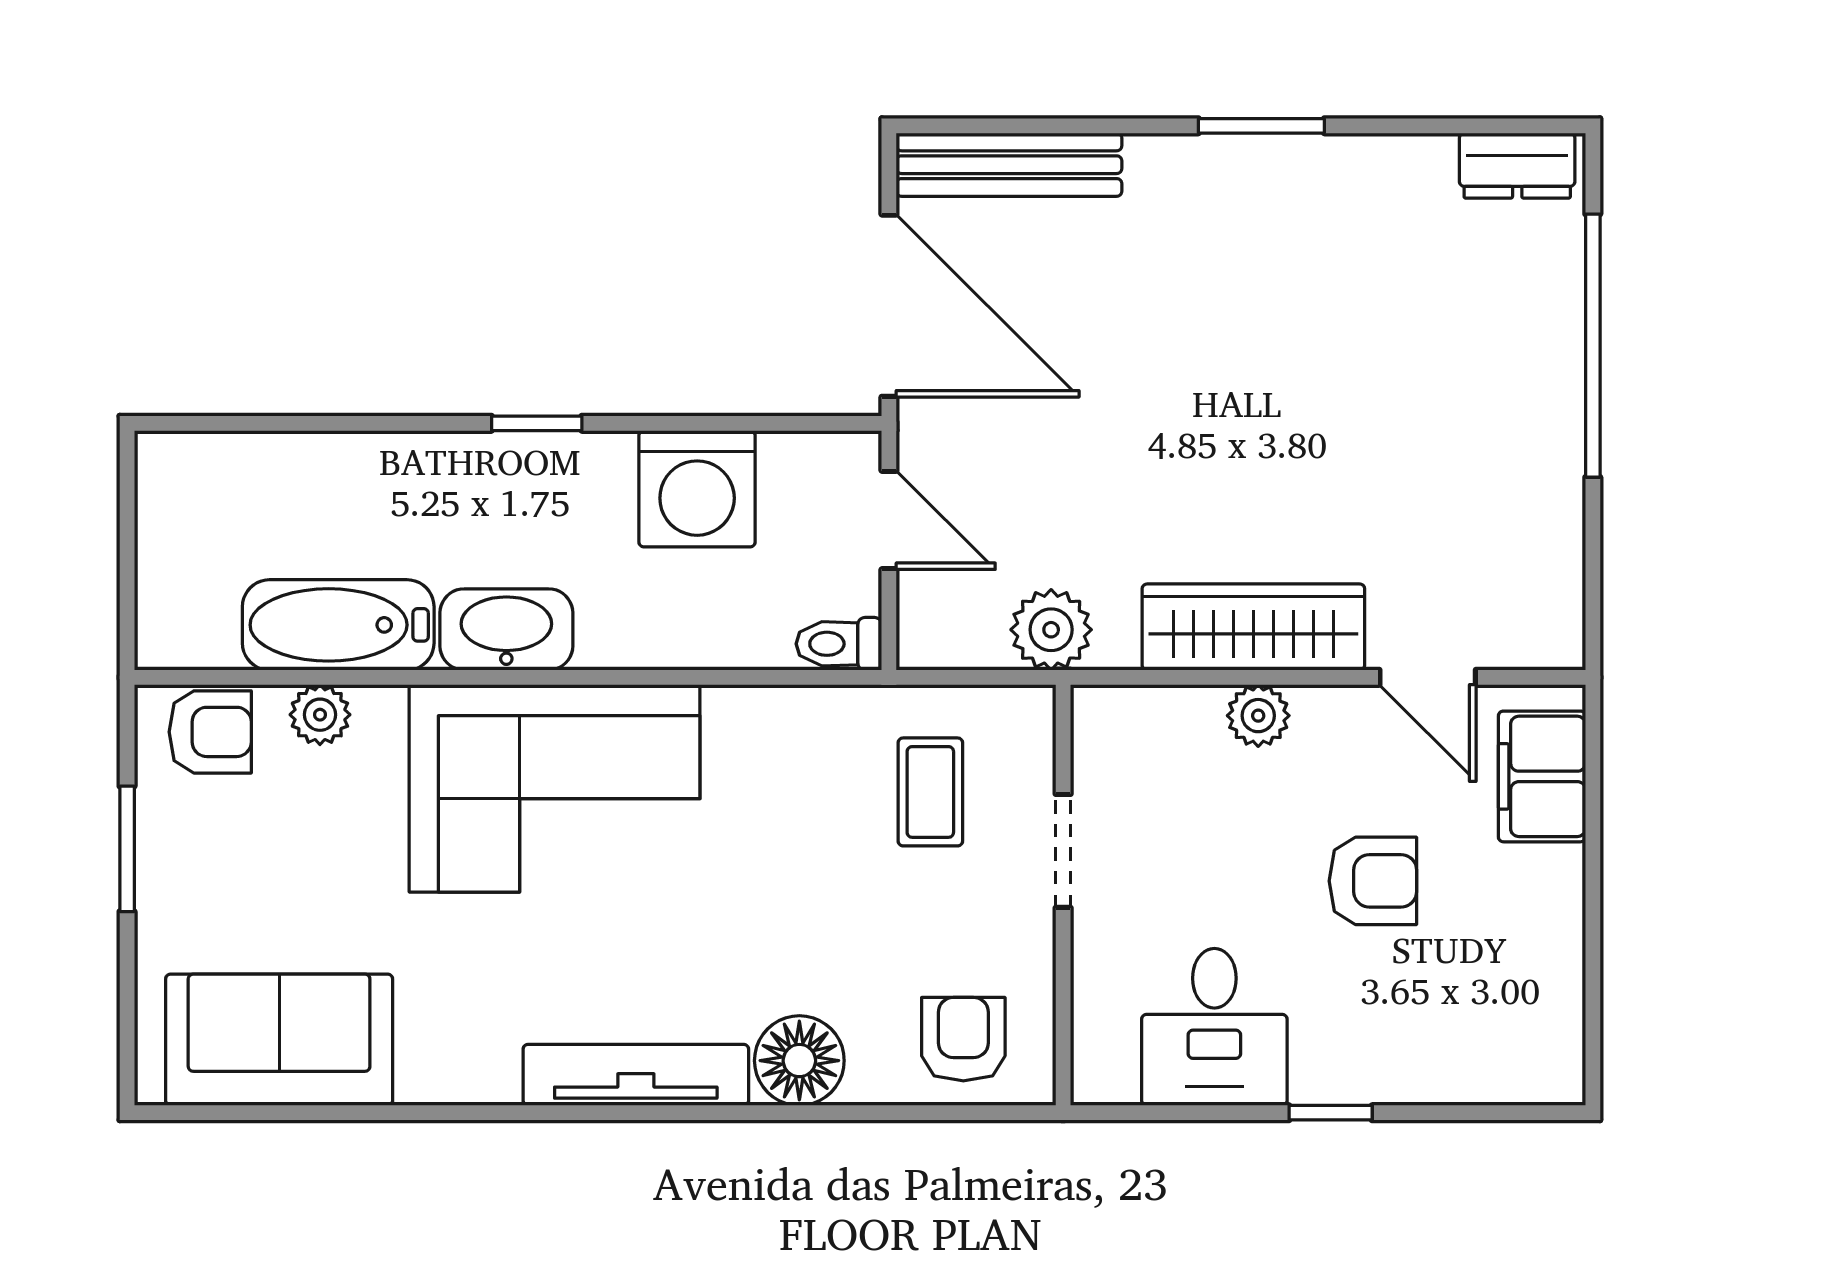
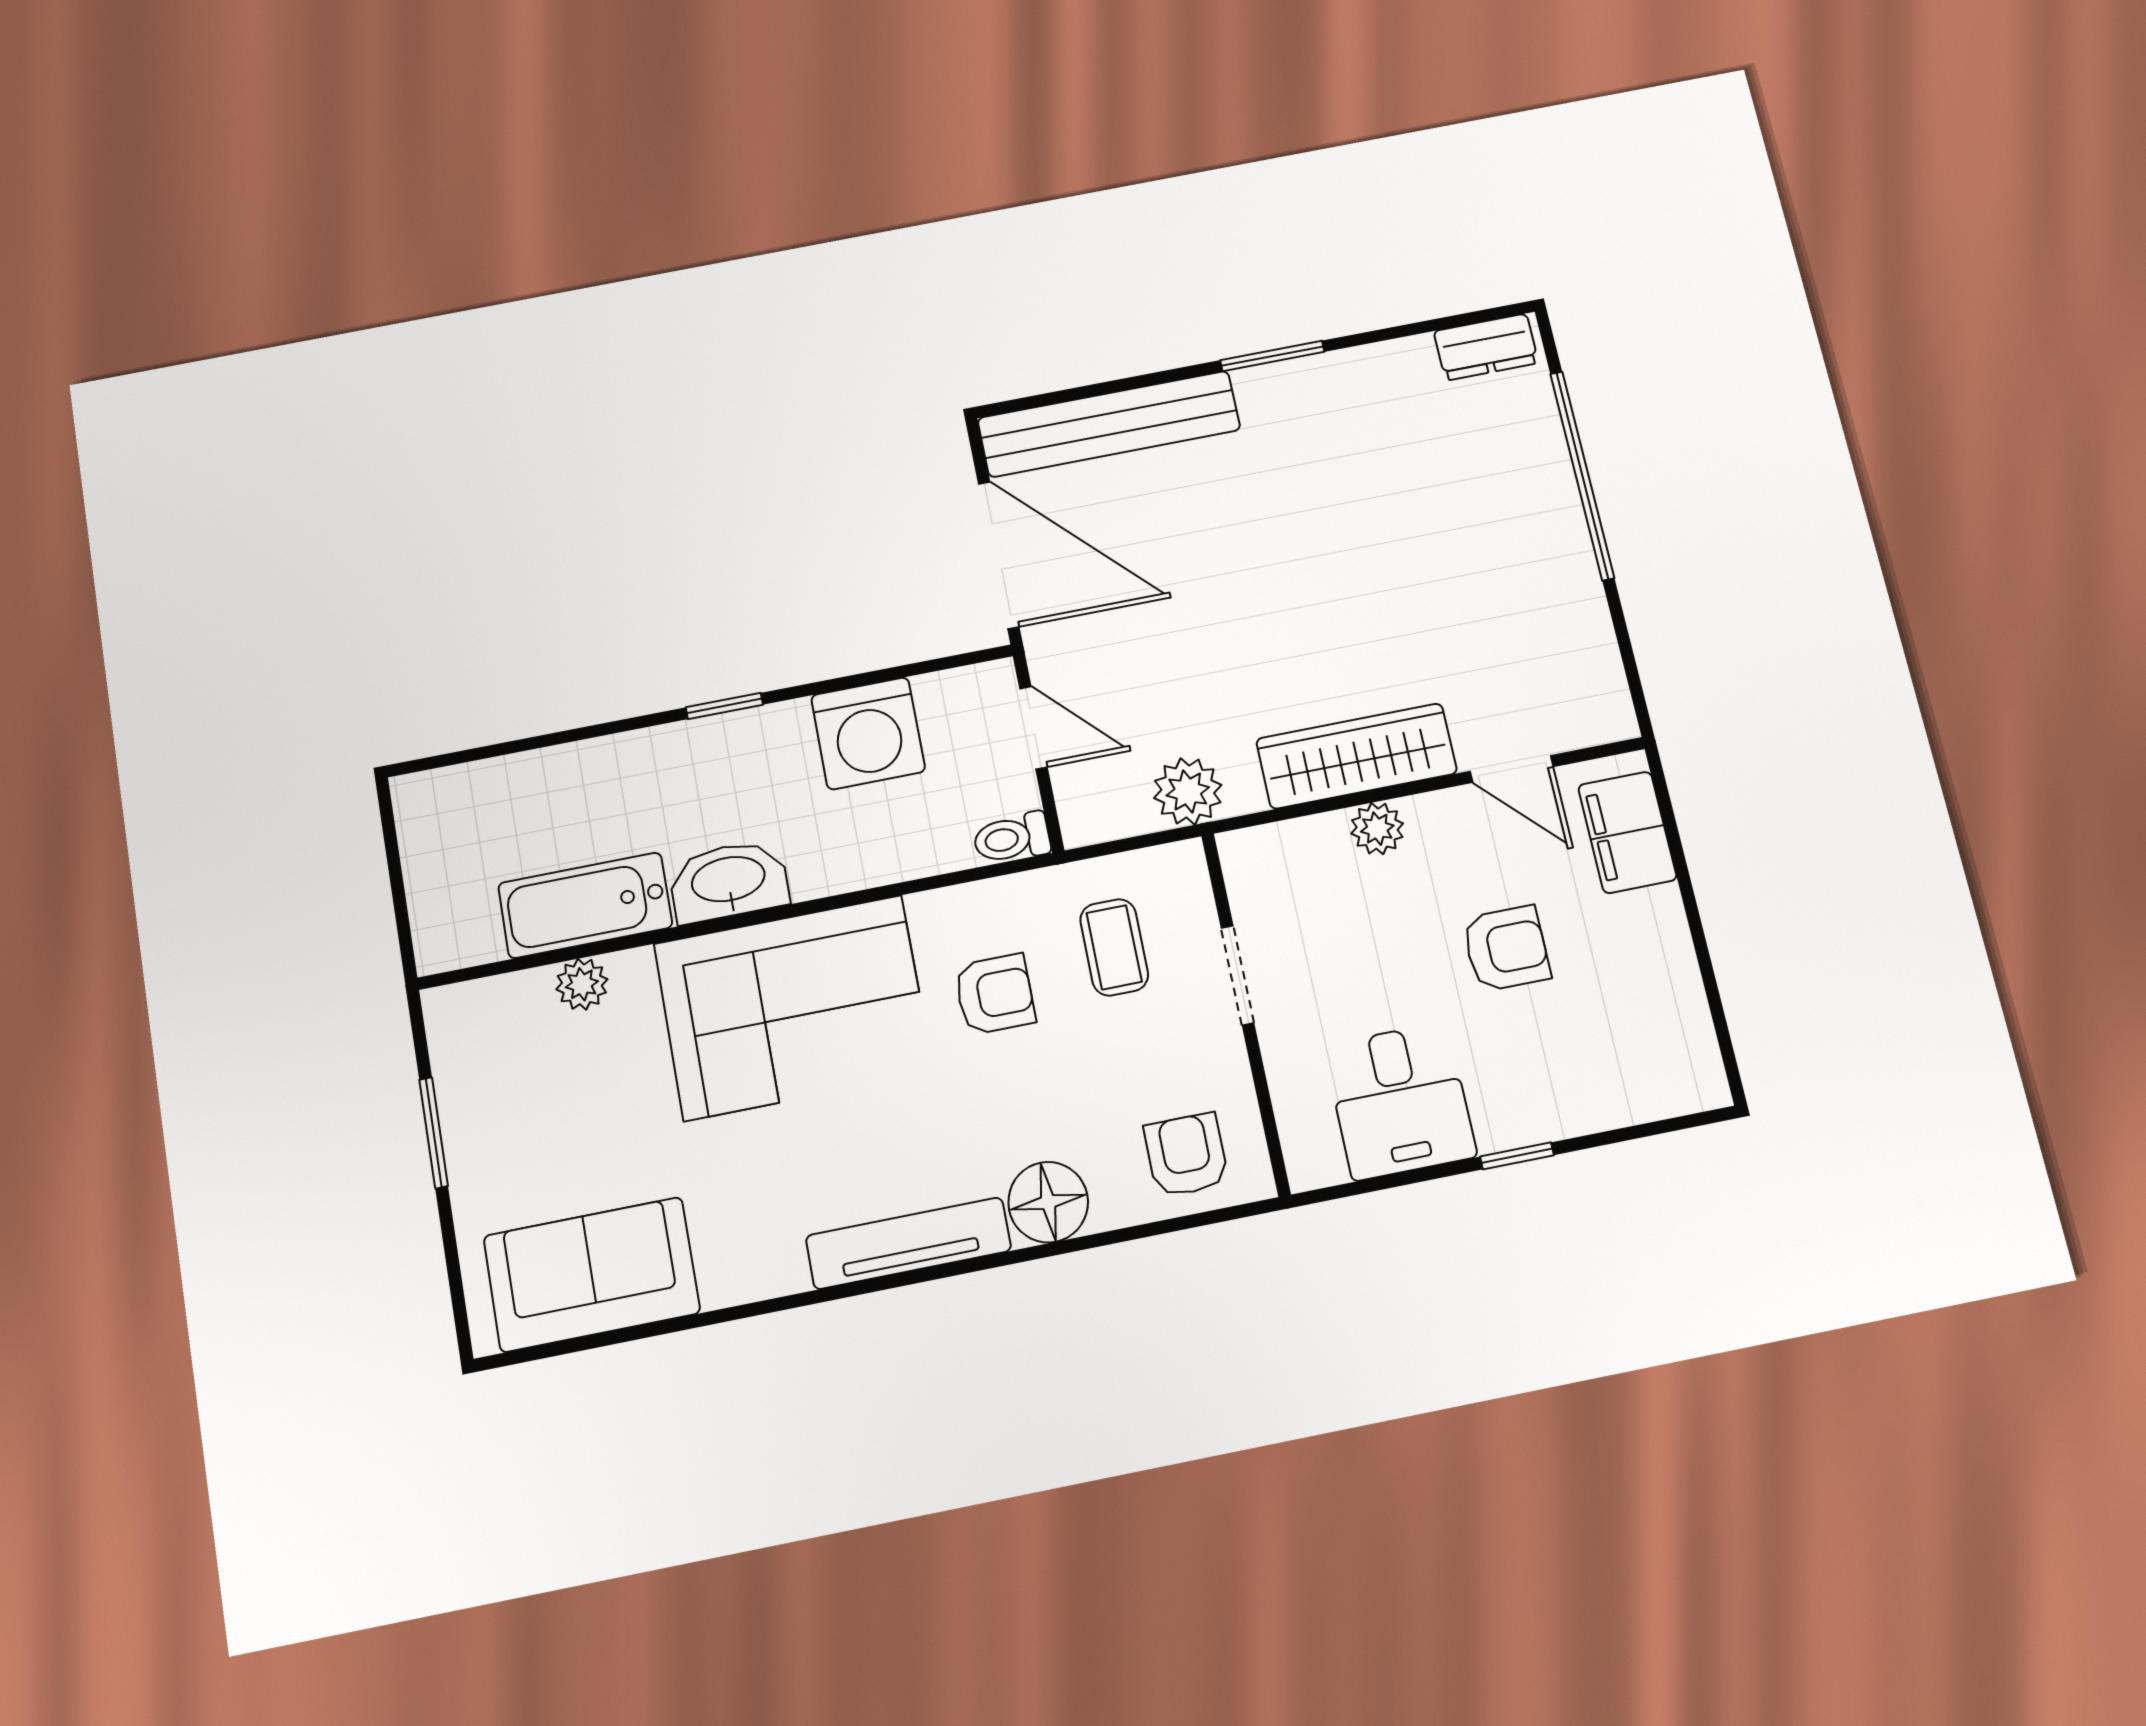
bench: (1009, 165) -> (1109, 424), width x1.37, depth x1.21
armchair: (210, 732) -> (995, 994), moved

